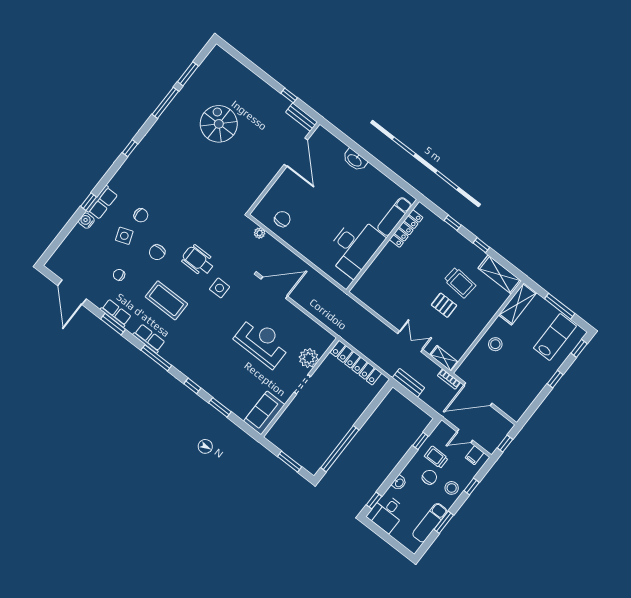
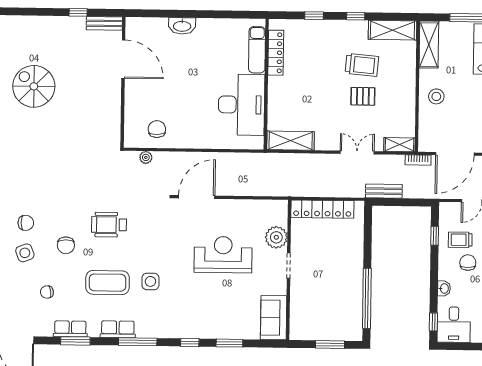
side table: (220, 288) -> (150, 281), moved
shelving: (370, 298) -> (291, 141), added

